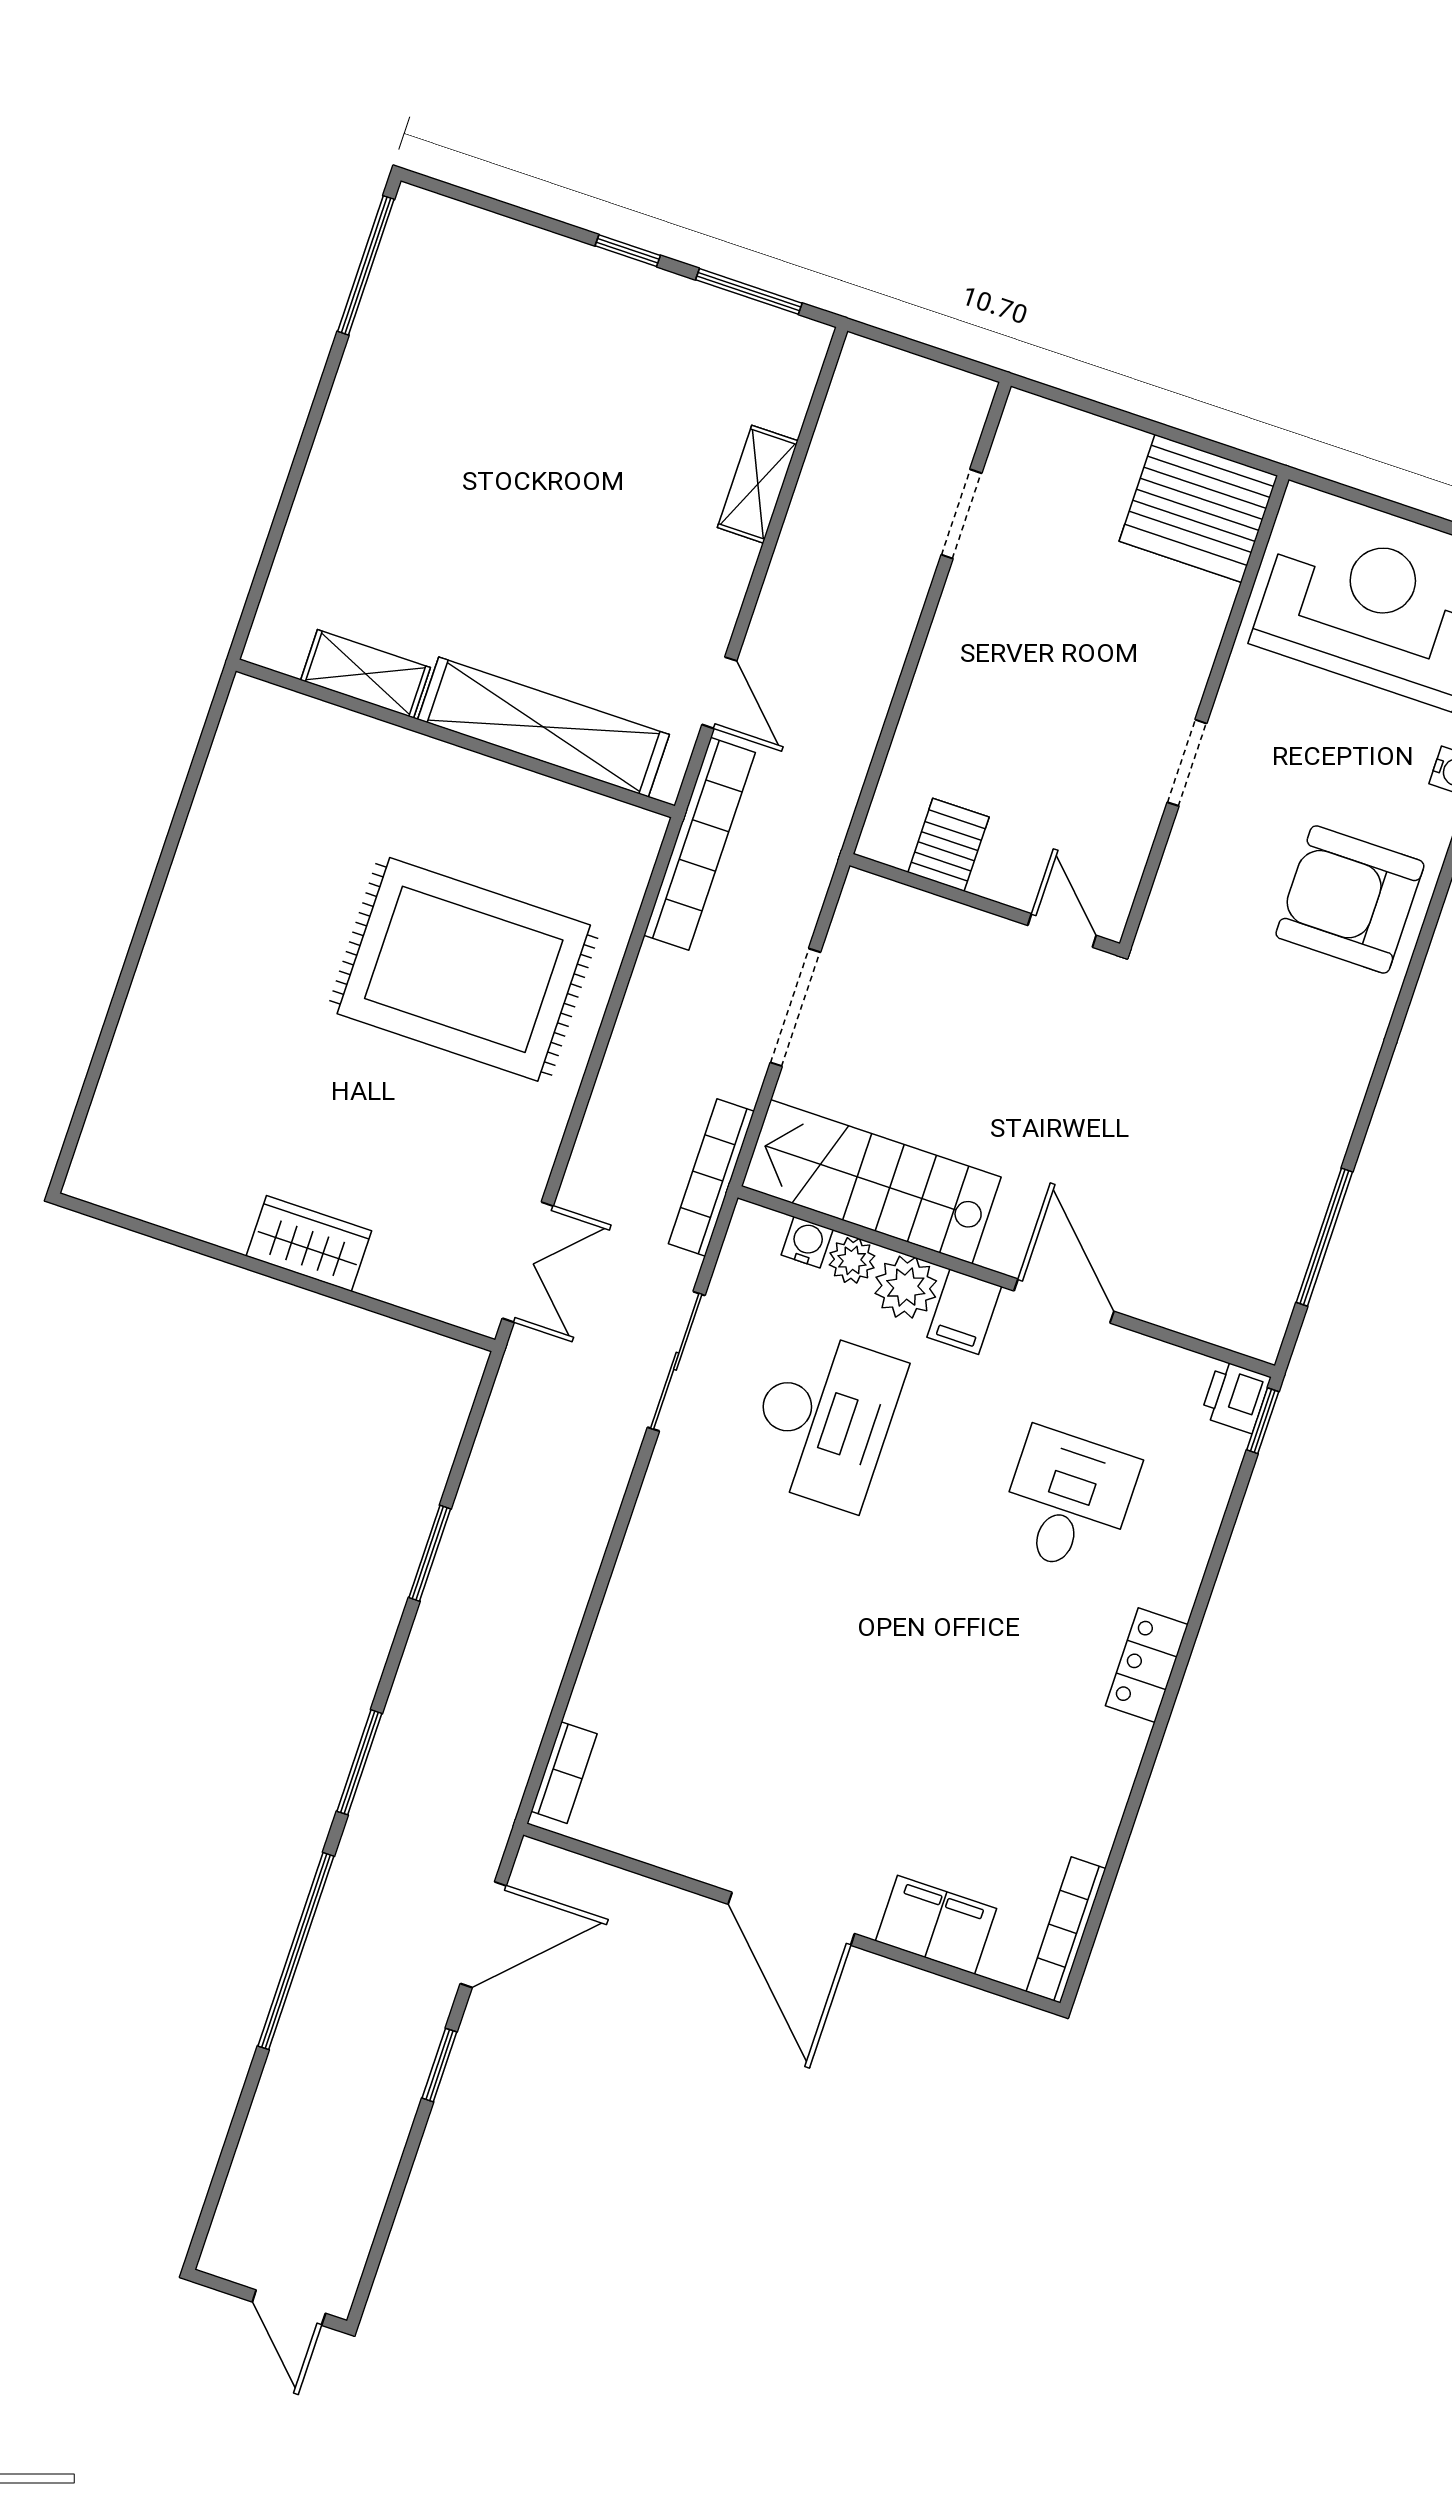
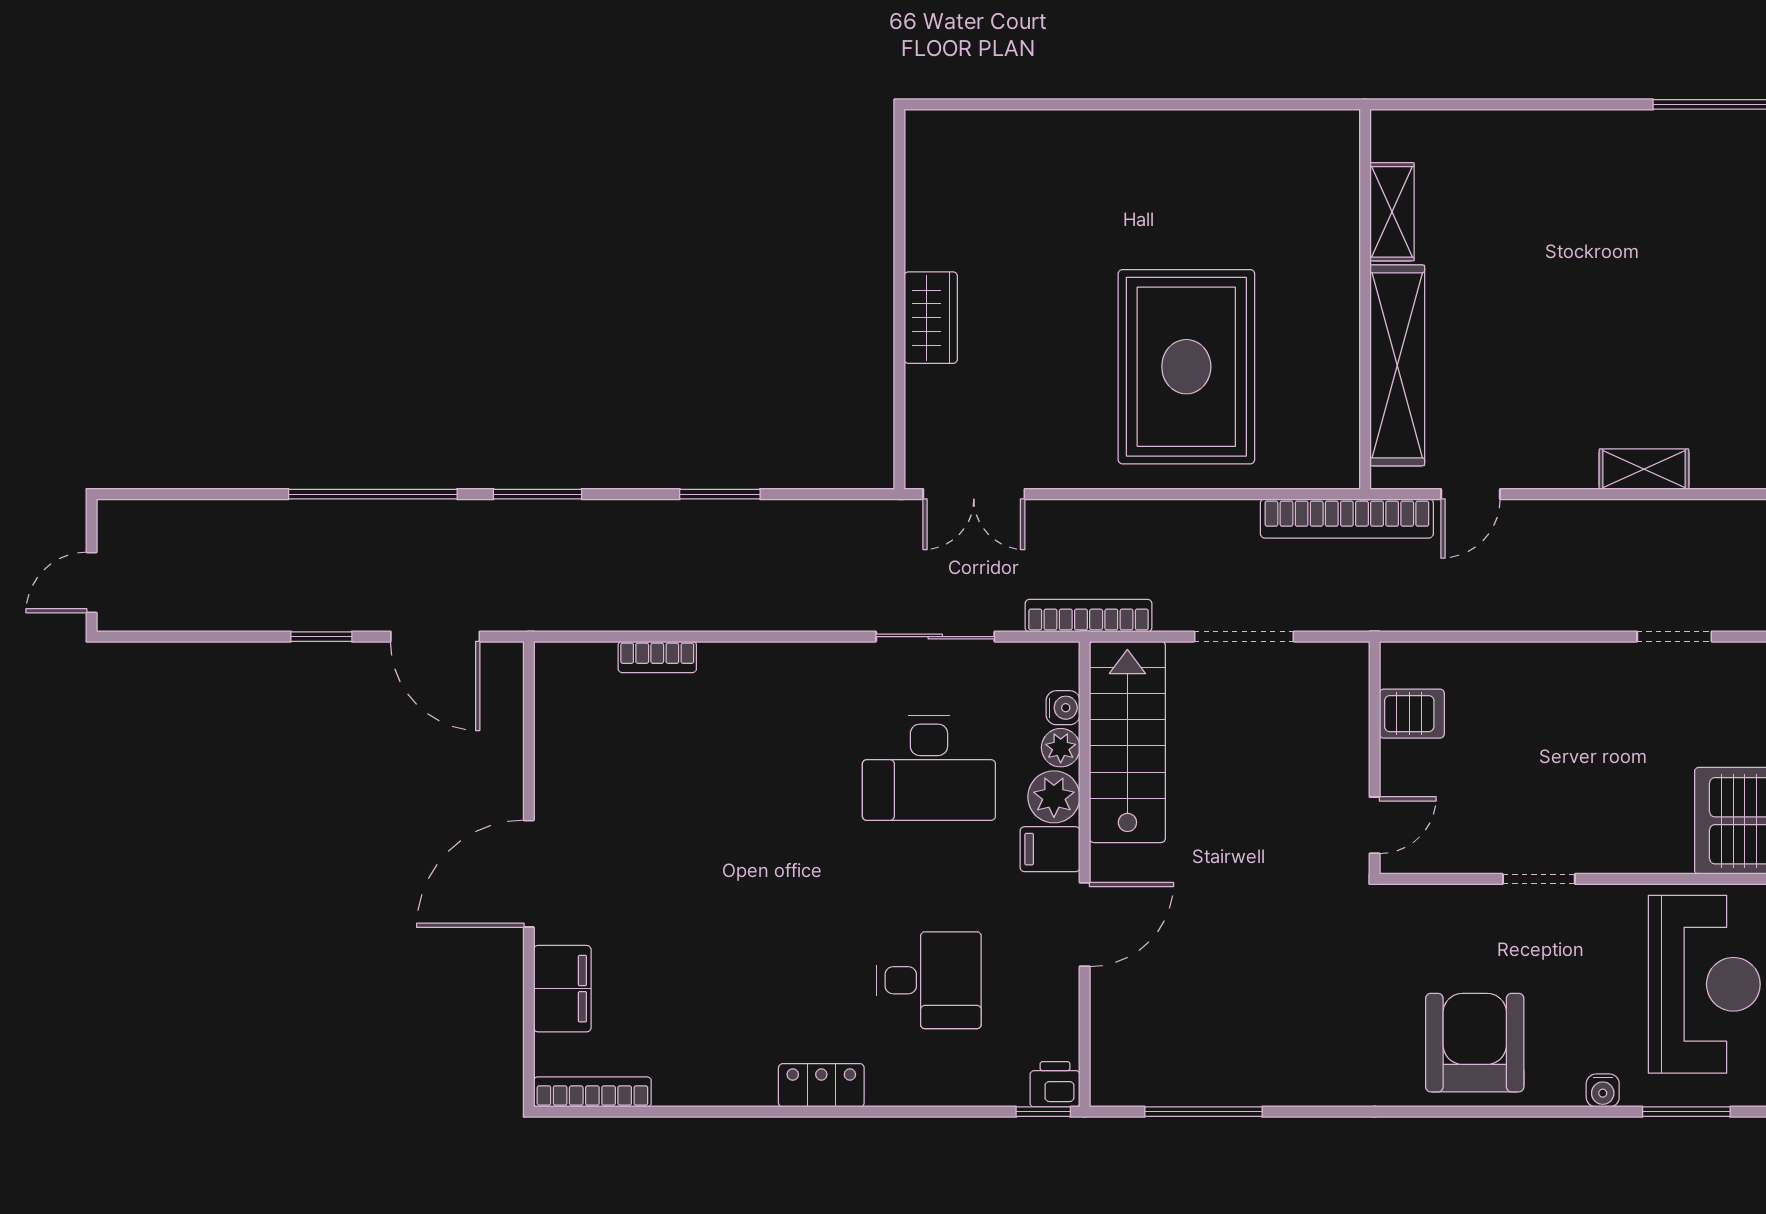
bookcase: (564, 1773) -> (657, 657), moved

